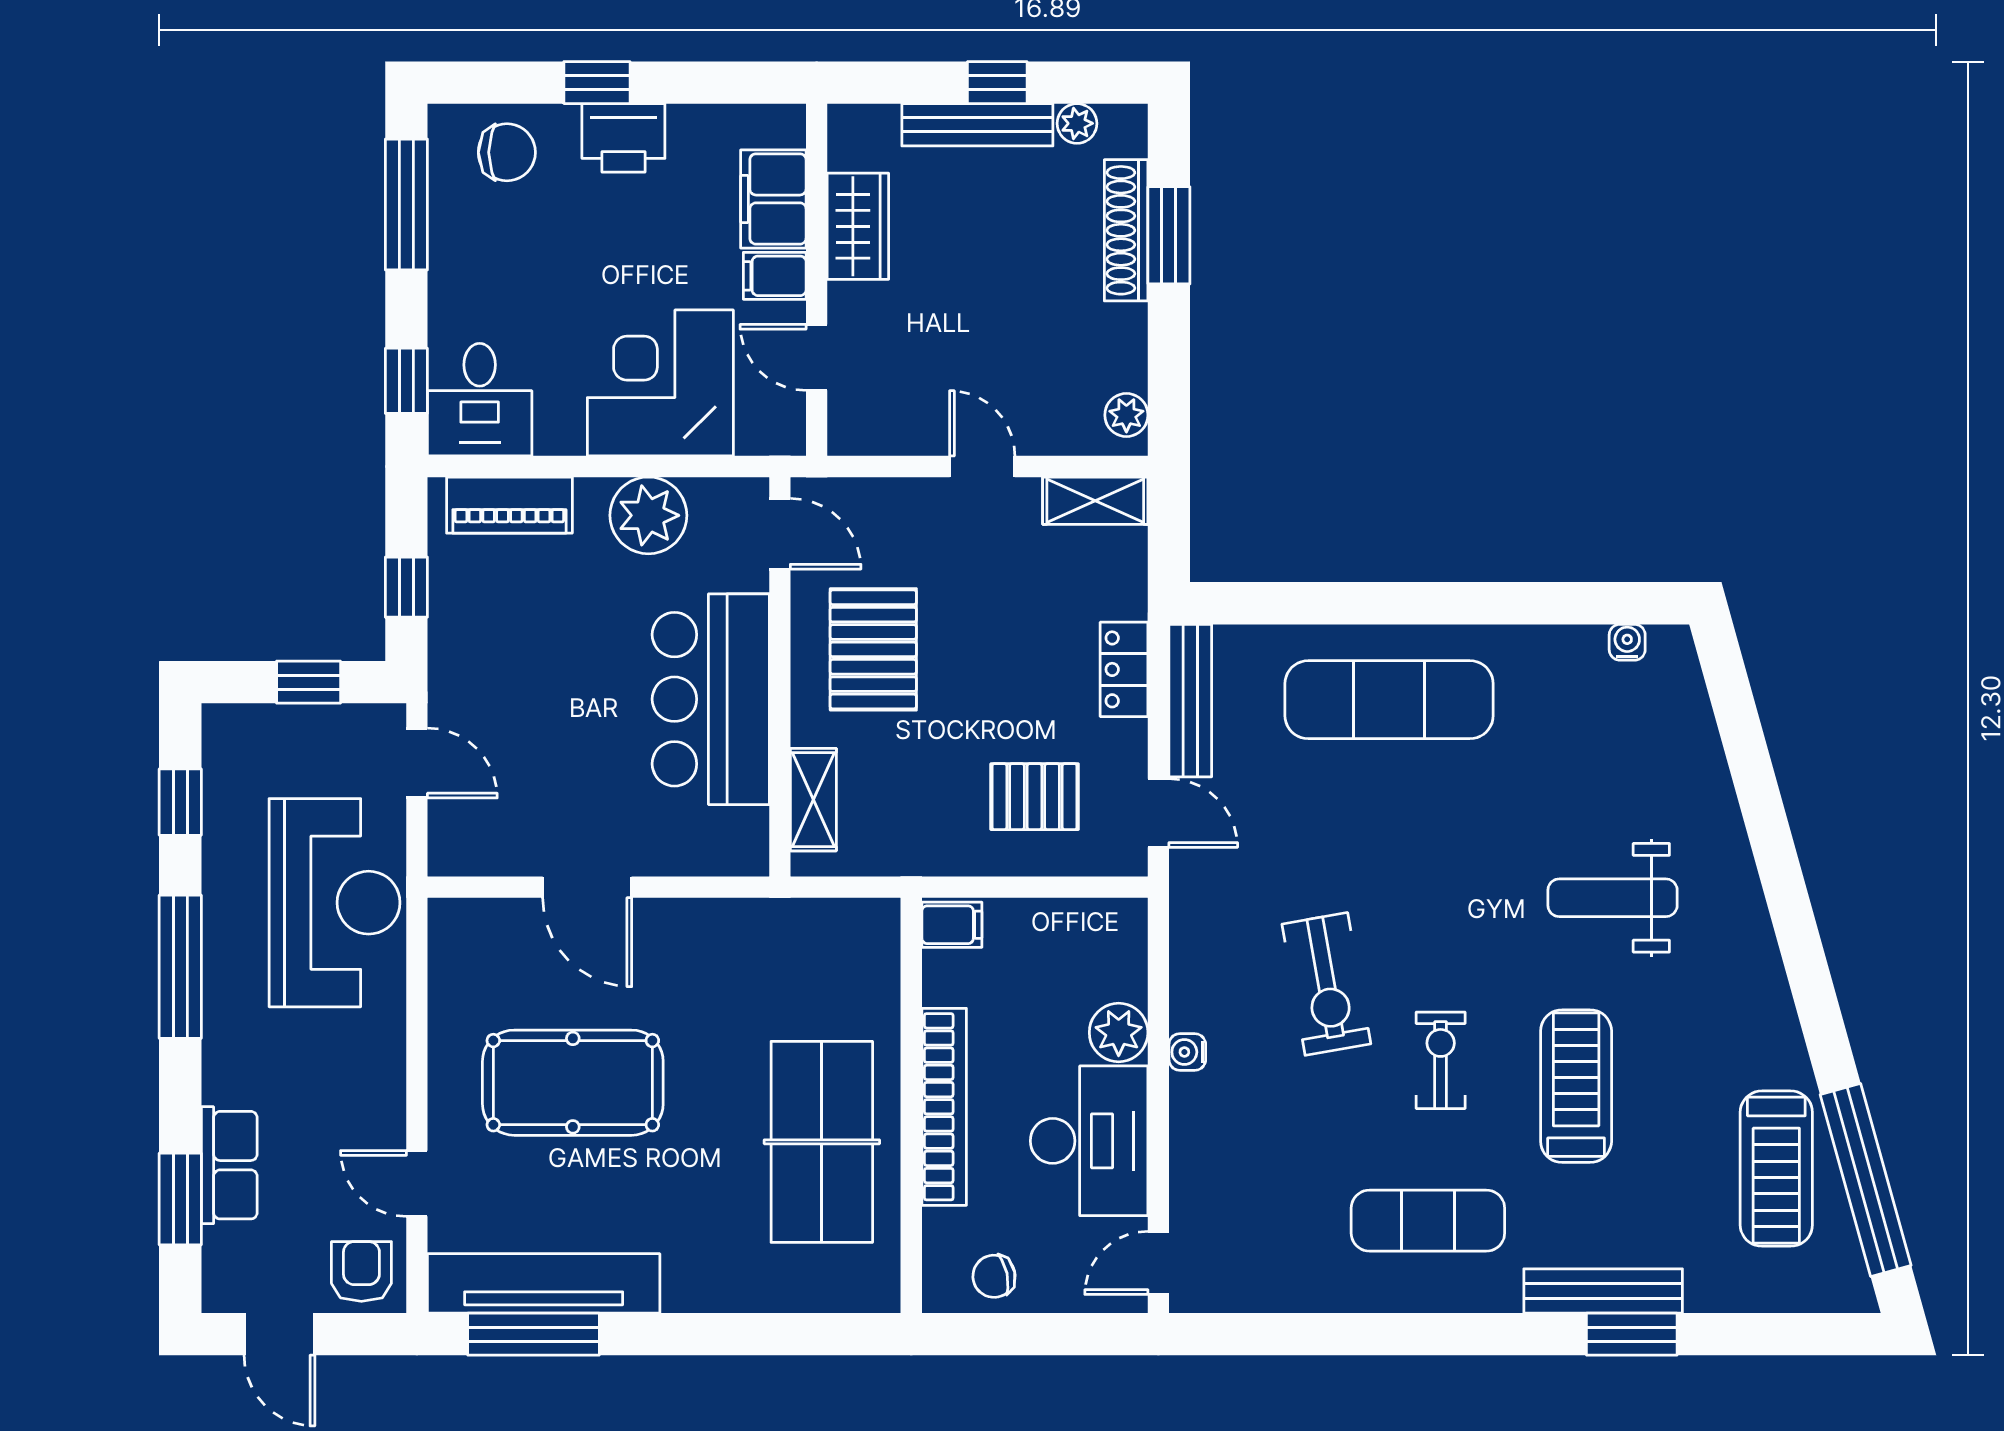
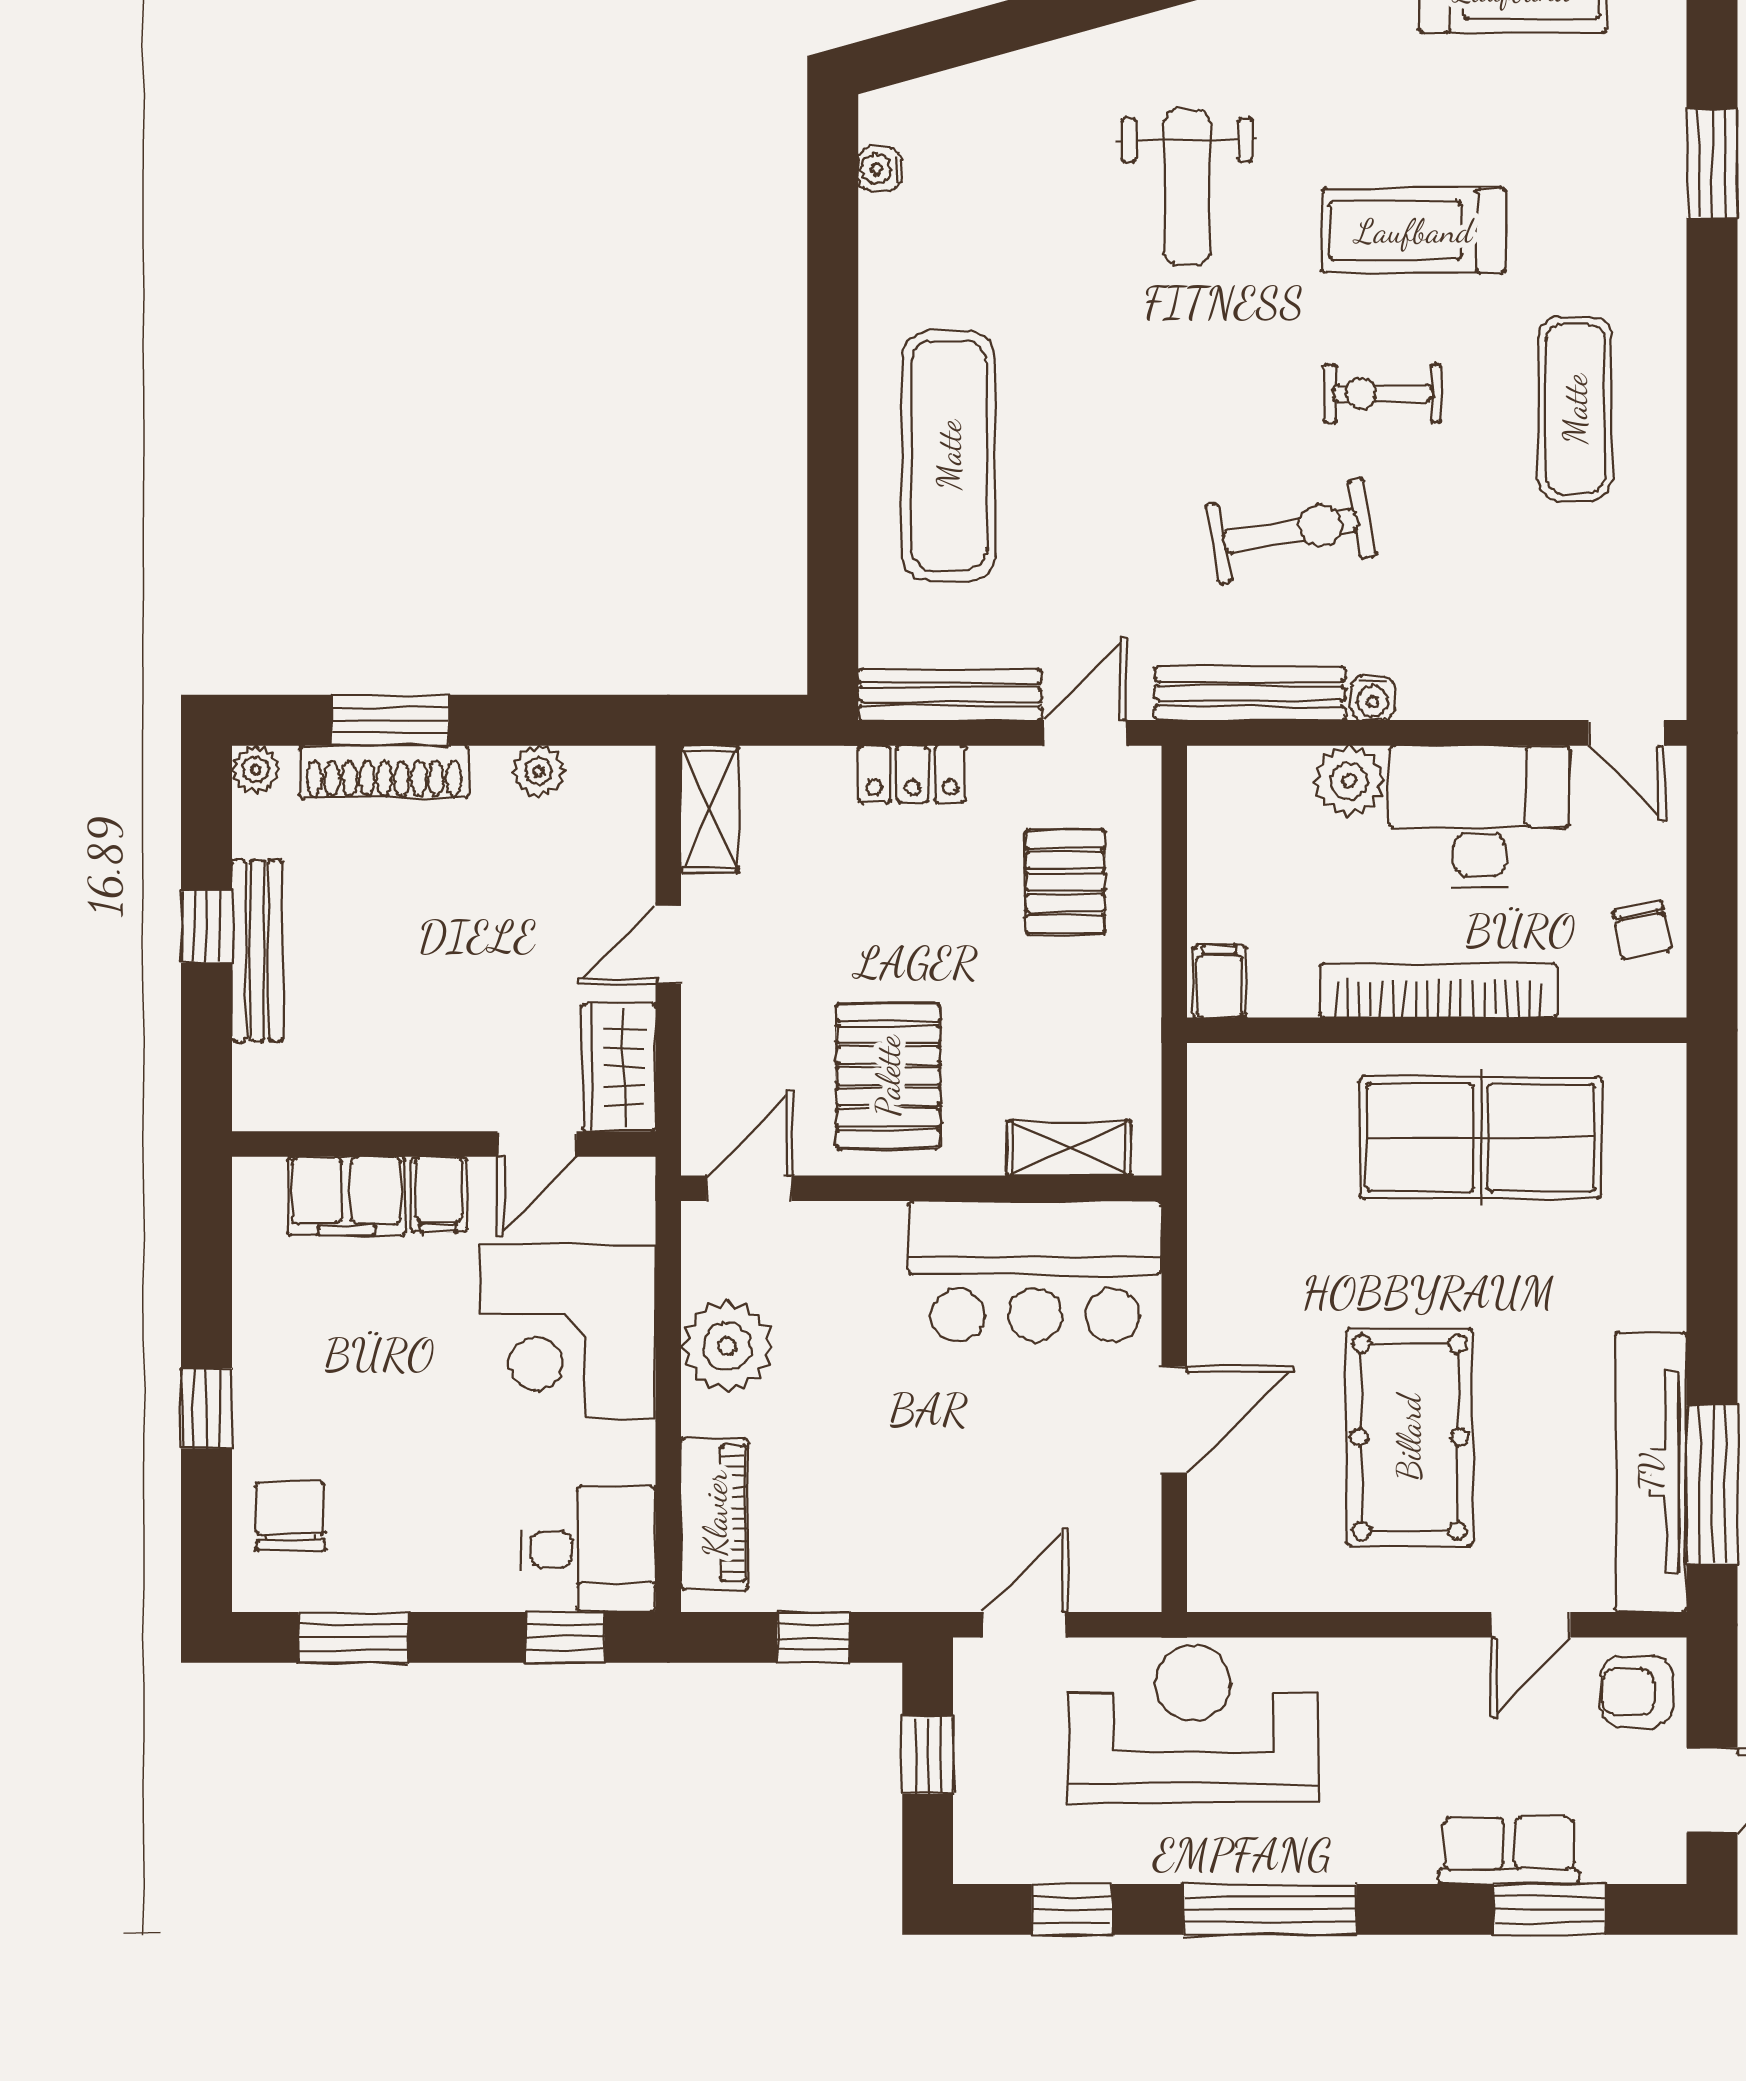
plant: (1077, 123) -> (256, 769), moved
printer: (623, 138) -> (273, 1376), removed
window: (406, 205) -> (353, 1637), width x0.69
wardrobe: (858, 226) -> (619, 1067), moved, turned -90
plant: (1126, 415) -> (539, 771), moved
pallet: (873, 649) -> (888, 1076), turned 90
bar counter: (711, 699) -> (1035, 1271), moved
bench: (1603, 1291) -> (1250, 693), moved, turned 90

